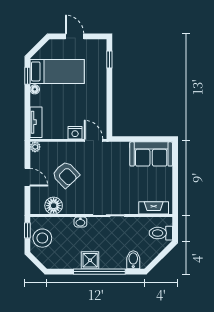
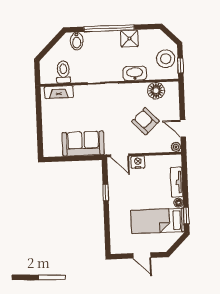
window: (109, 60) -> (106, 193), moved
tv unit: (36, 122) -> (177, 182), moved
sofa: (151, 154) -> (83, 144), moved
door: (27, 177) -> (183, 129), moved
washbasin: (80, 222) -> (135, 73), width x1.91, depth x1.45
toilet: (161, 233) -> (63, 72), moved, turned -90
shower: (90, 260) -> (129, 39), moved

